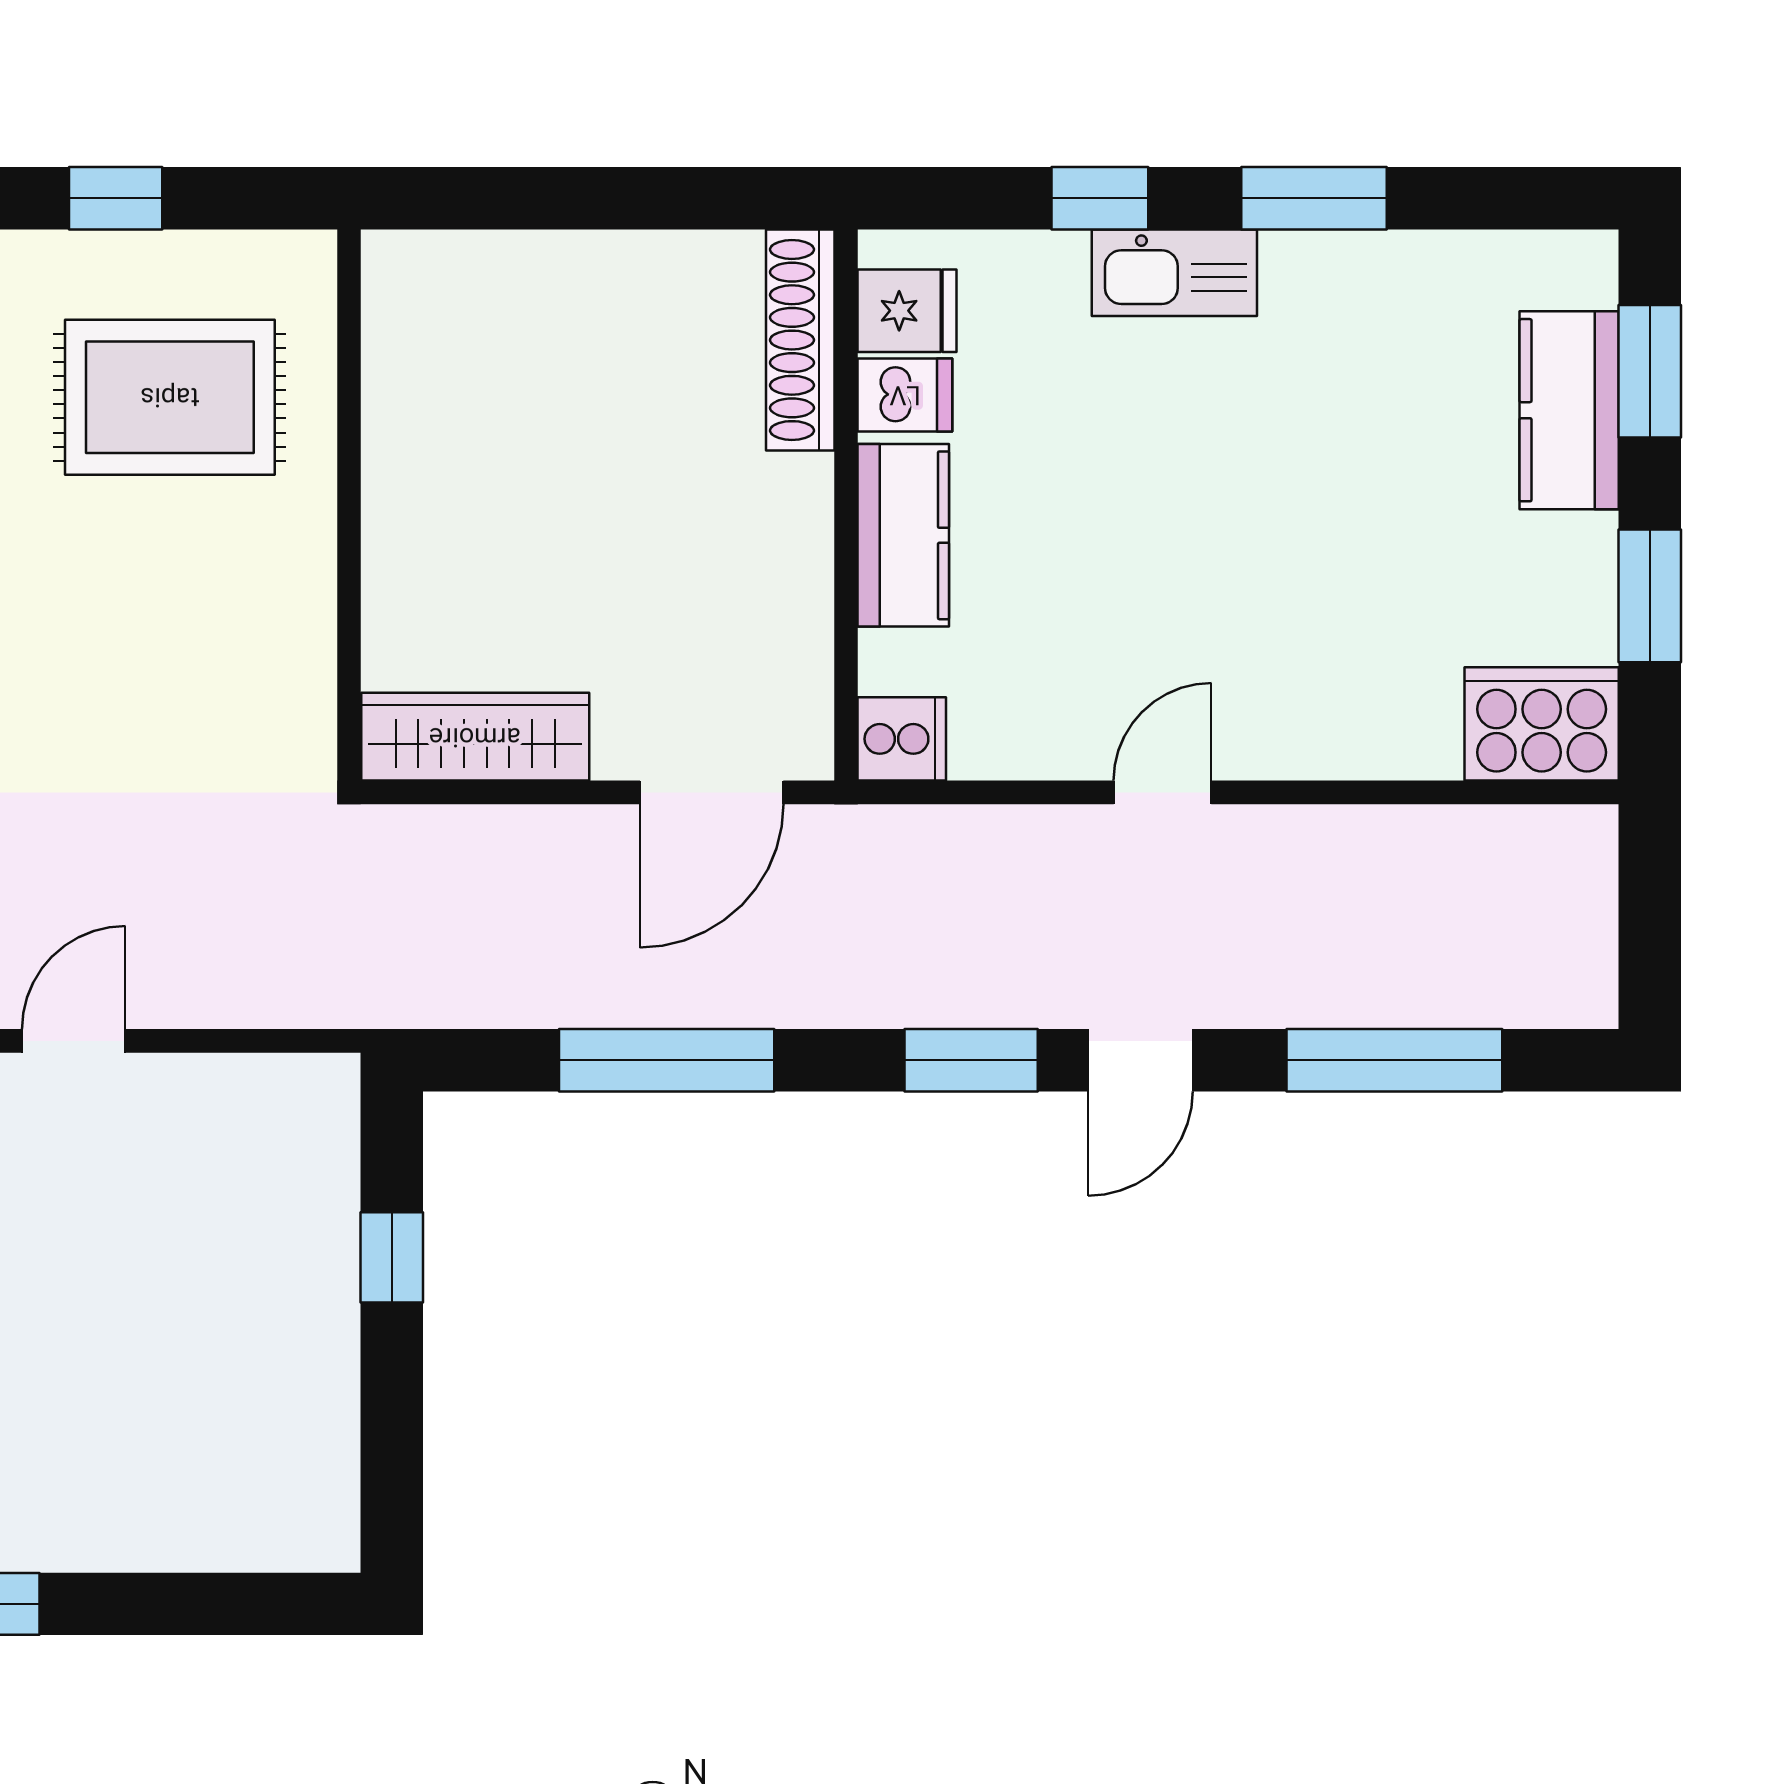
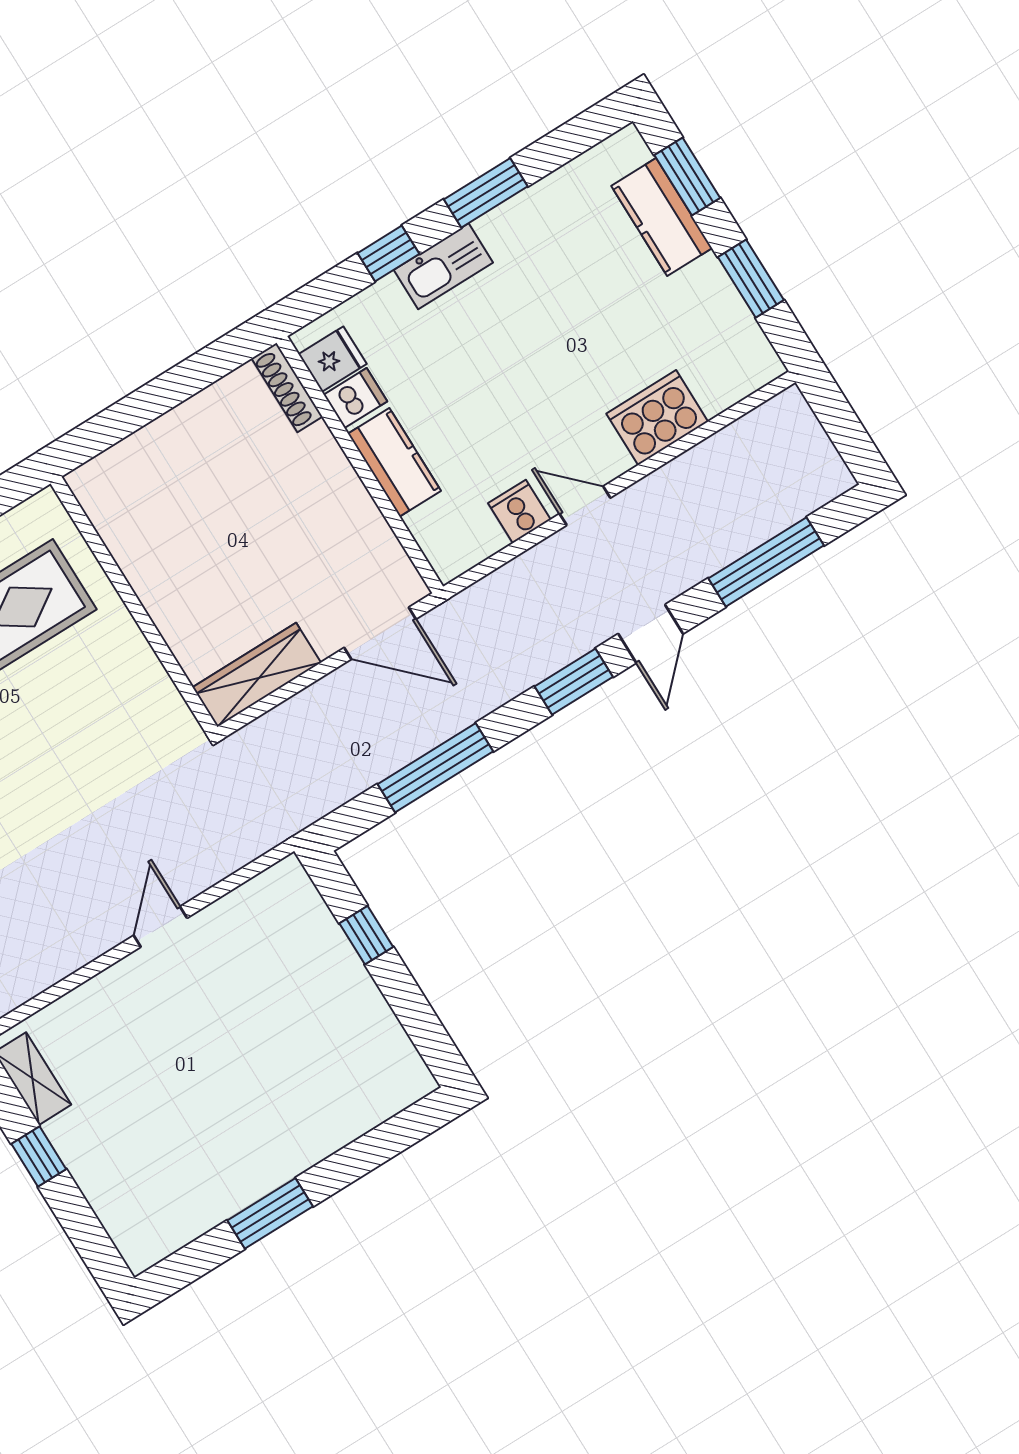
shoe rack: (800, 340) -> (287, 387), width x0.74, depth x0.81
cooker: (1542, 724) -> (657, 418), moved
cooker: (902, 739) -> (519, 511), moved, turned -90
door: (712, 792) -> (380, 633), hinge flipped
door: (1163, 792) -> (585, 506), hinge flipped

